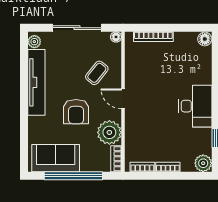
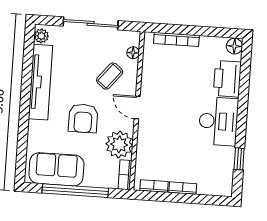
floor lamp: (116, 37) -> (133, 53), moved
printer: (201, 68) -> (227, 79), added
plant: (203, 163) -> (223, 187), removed

